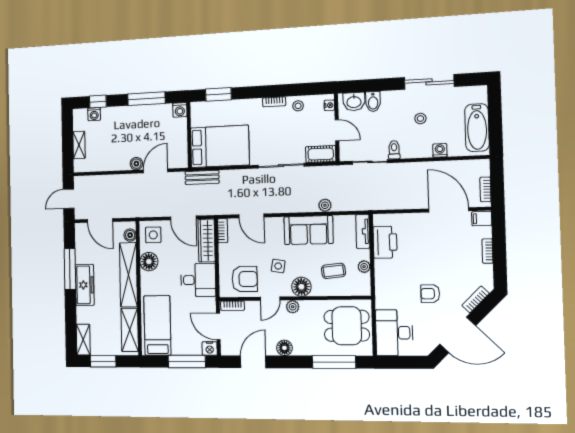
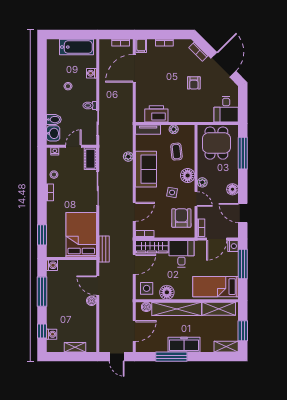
sliding door: (429, 82) -> (42, 79), removed
desk: (394, 333) -> (226, 109), width x0.73

